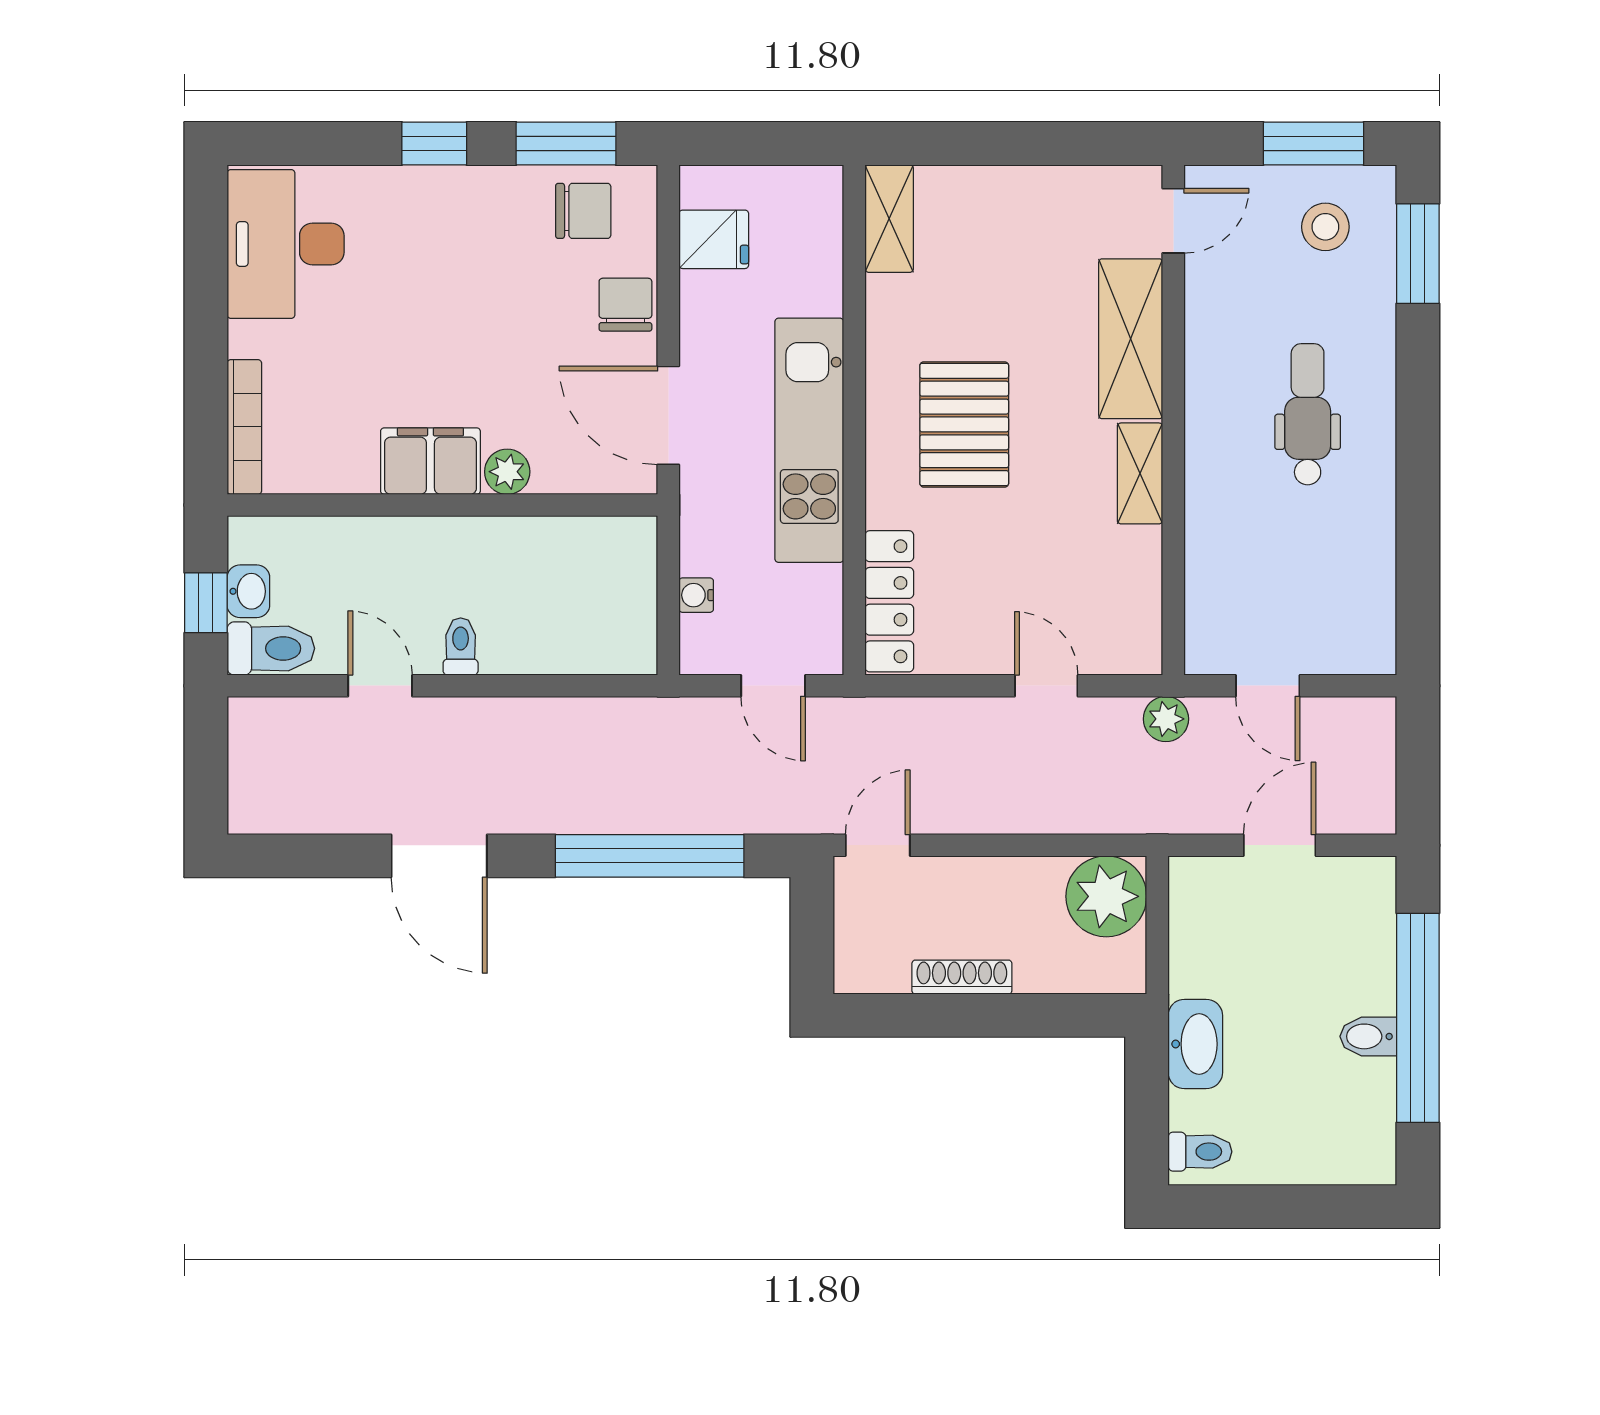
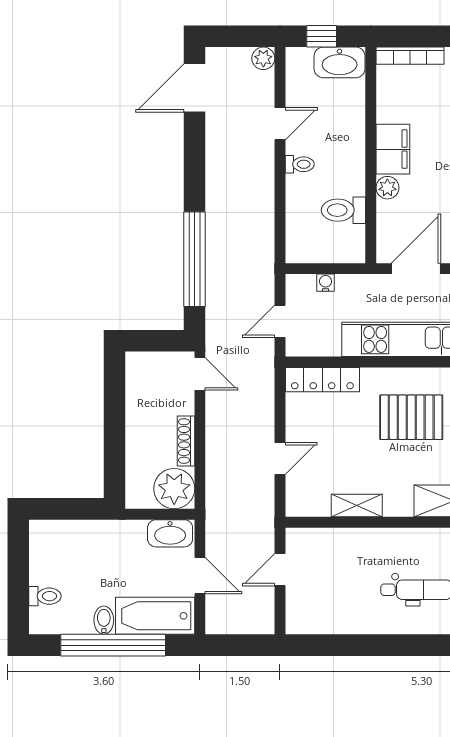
shelving: (1140, 473) -> (357, 506), moved
washbasin: (248, 591) -> (340, 62), width x1.91, depth x1.45
toilet: (271, 648) -> (343, 210), moved, turned 90
plant: (1166, 719) -> (263, 58), moved
door: (439, 856) -> (195, 88), moved
bathtub: (1360, 934) -> (155, 616), added
shoe rack: (962, 977) -> (186, 441), moved, turned 180
washbasin: (1195, 1044) -> (170, 533), moved
toilet: (1200, 1152) -> (45, 596), moved, turned -90

